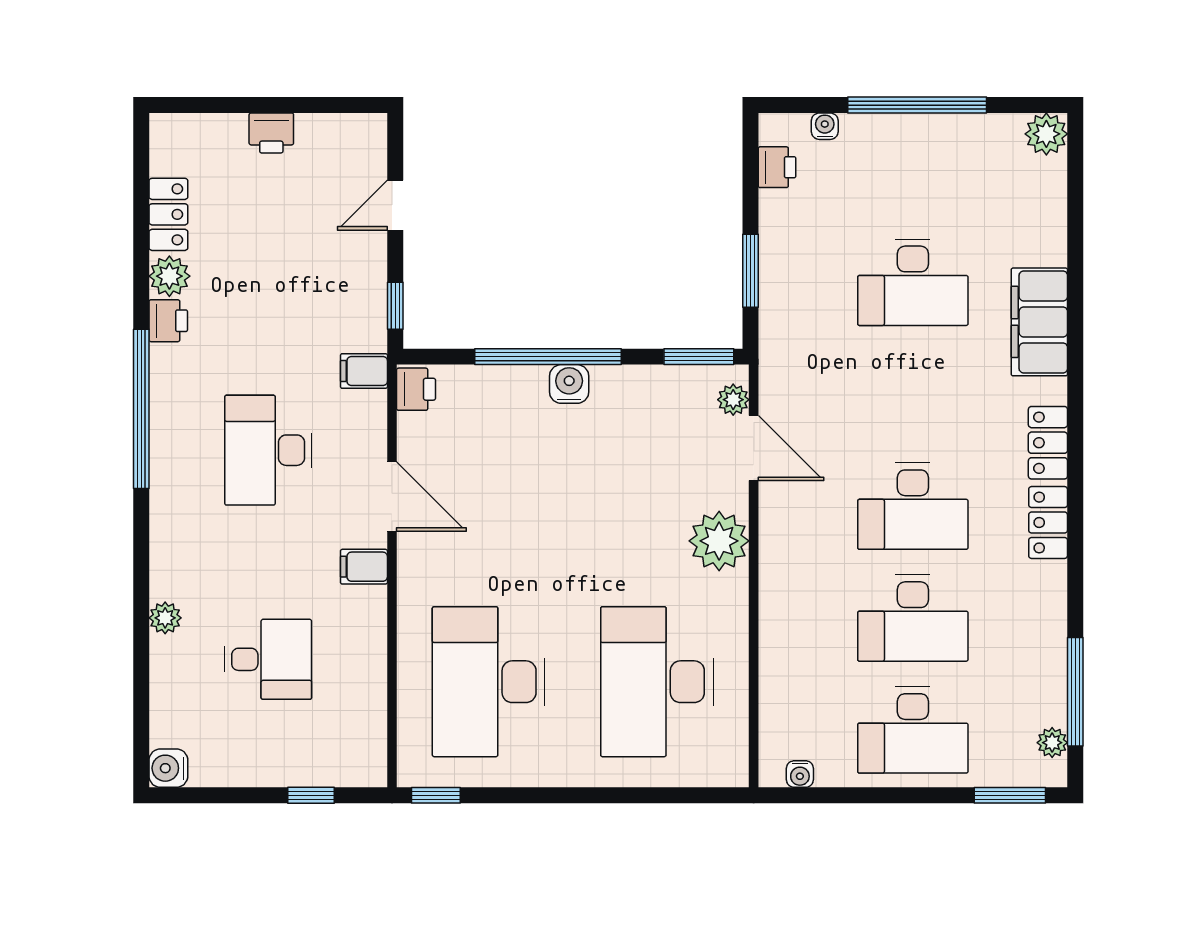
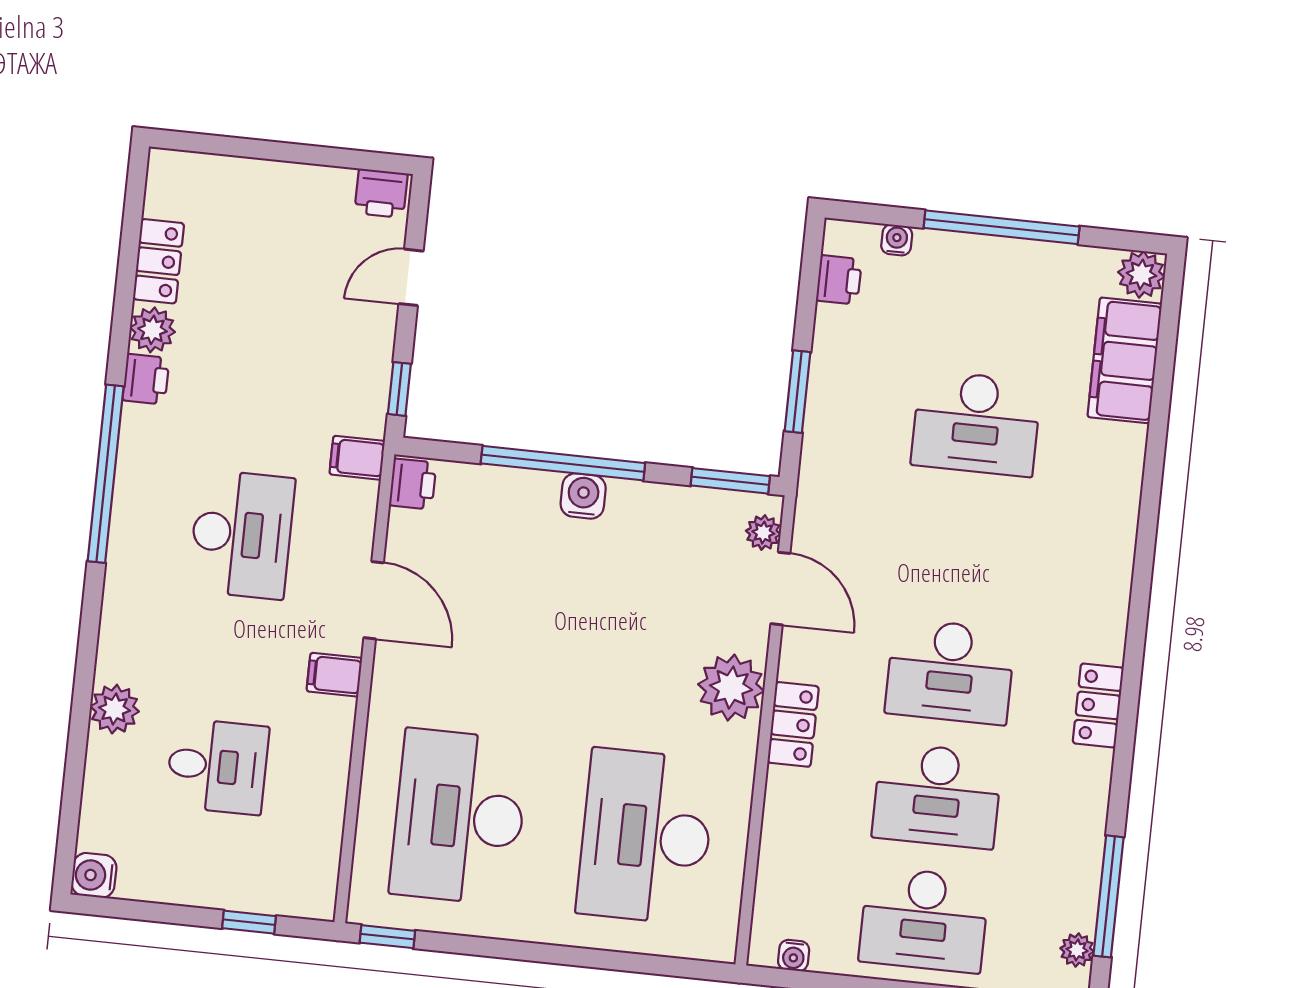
printer: (271, 133) -> (381, 193), moved
filing cabinet: (1039, 322) -> (1125, 360), moved
locker: (1048, 443) -> (793, 724), moved, turned 180
desk: (268, 450) -> (242, 534), turned 180
plant: (165, 618) -> (115, 709), width x1.38, depth x1.38

